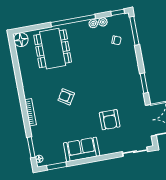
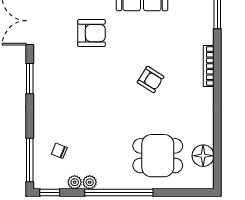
floor lamp: (21, 40) -> (203, 156), moved
dining table: (53, 49) -> (158, 156), width x0.73
armchair: (110, 120) -> (92, 33), turned 90

